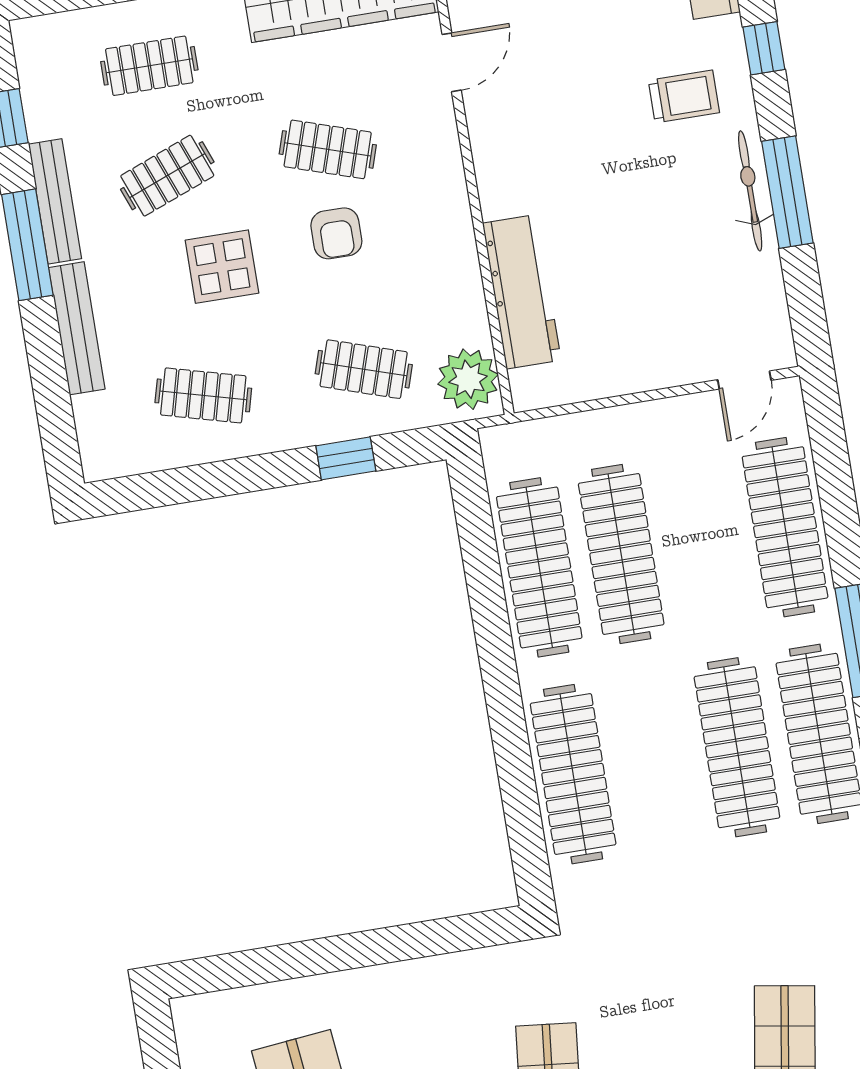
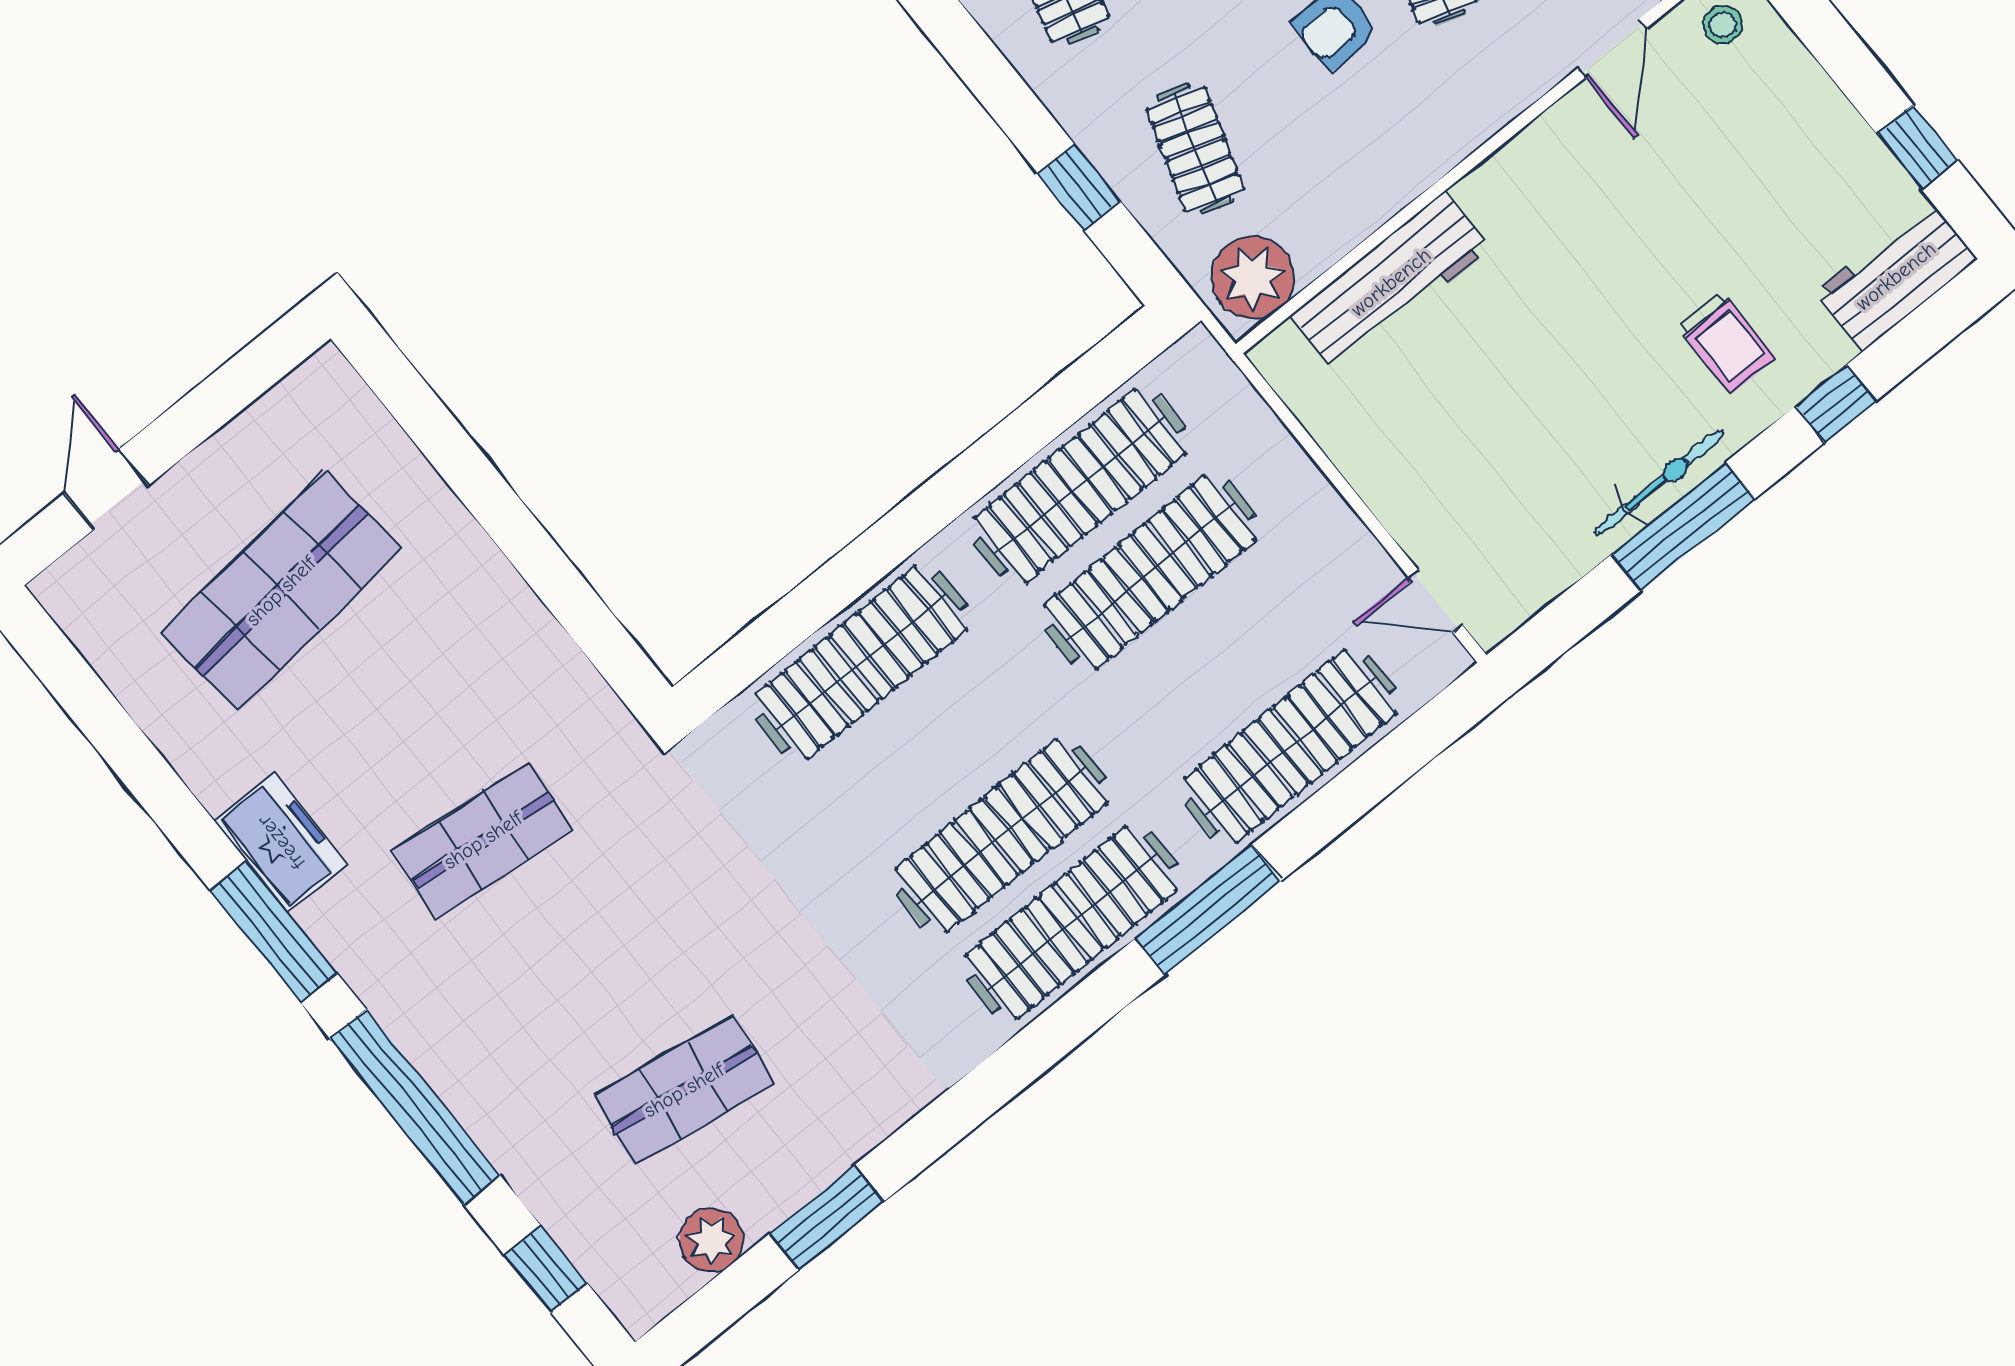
door: (452, 62) -> (1612, 48), hinge flipped

